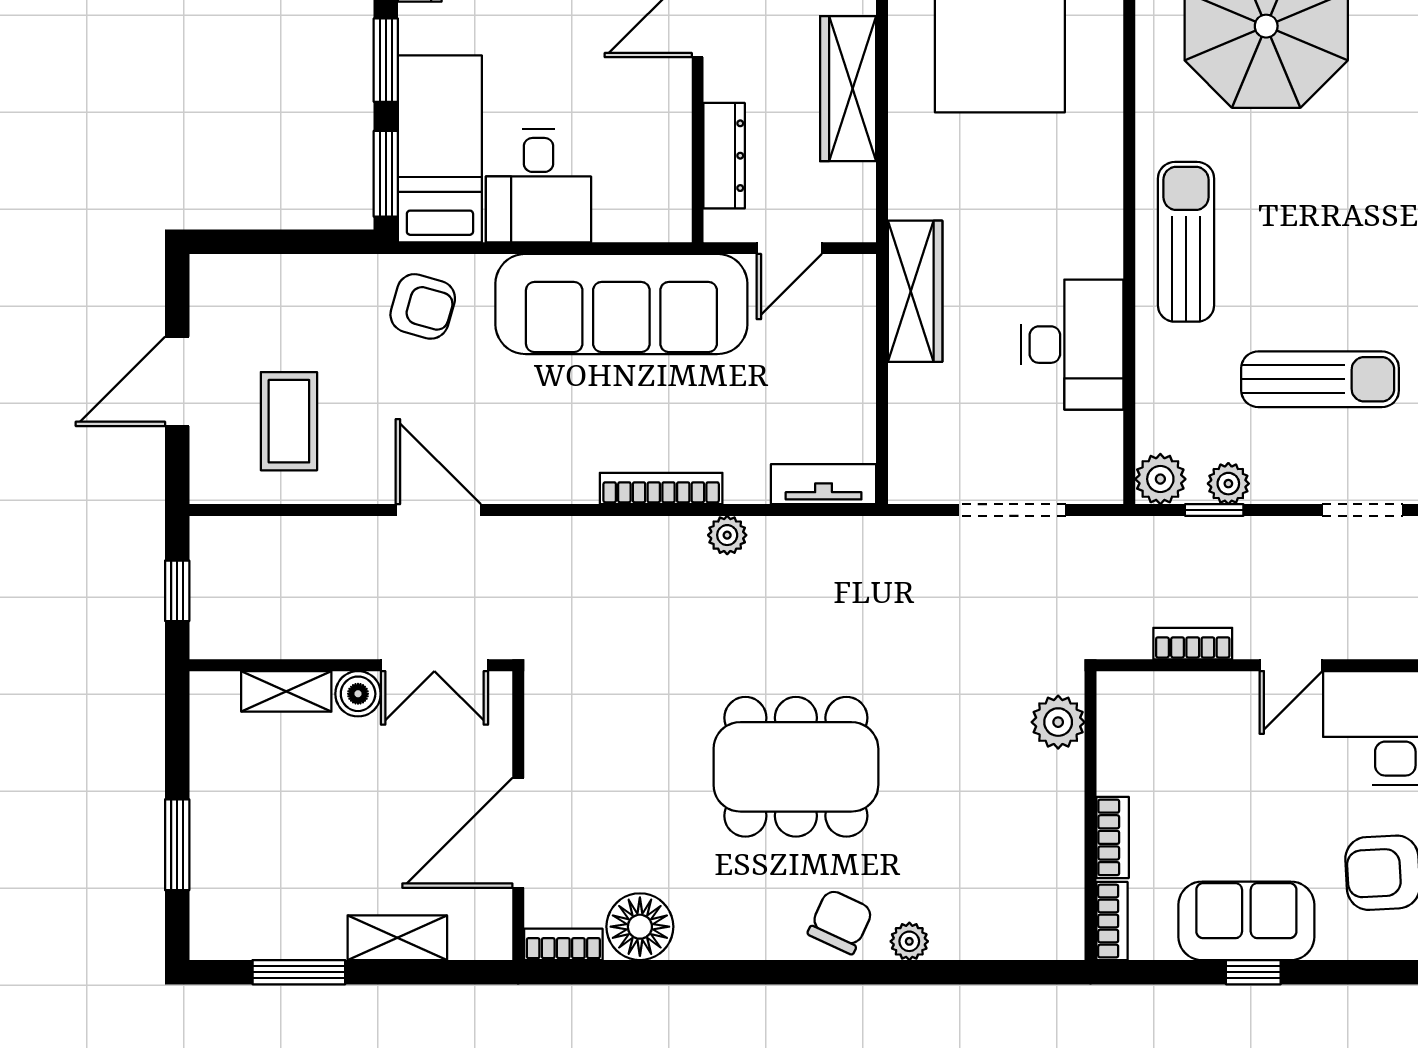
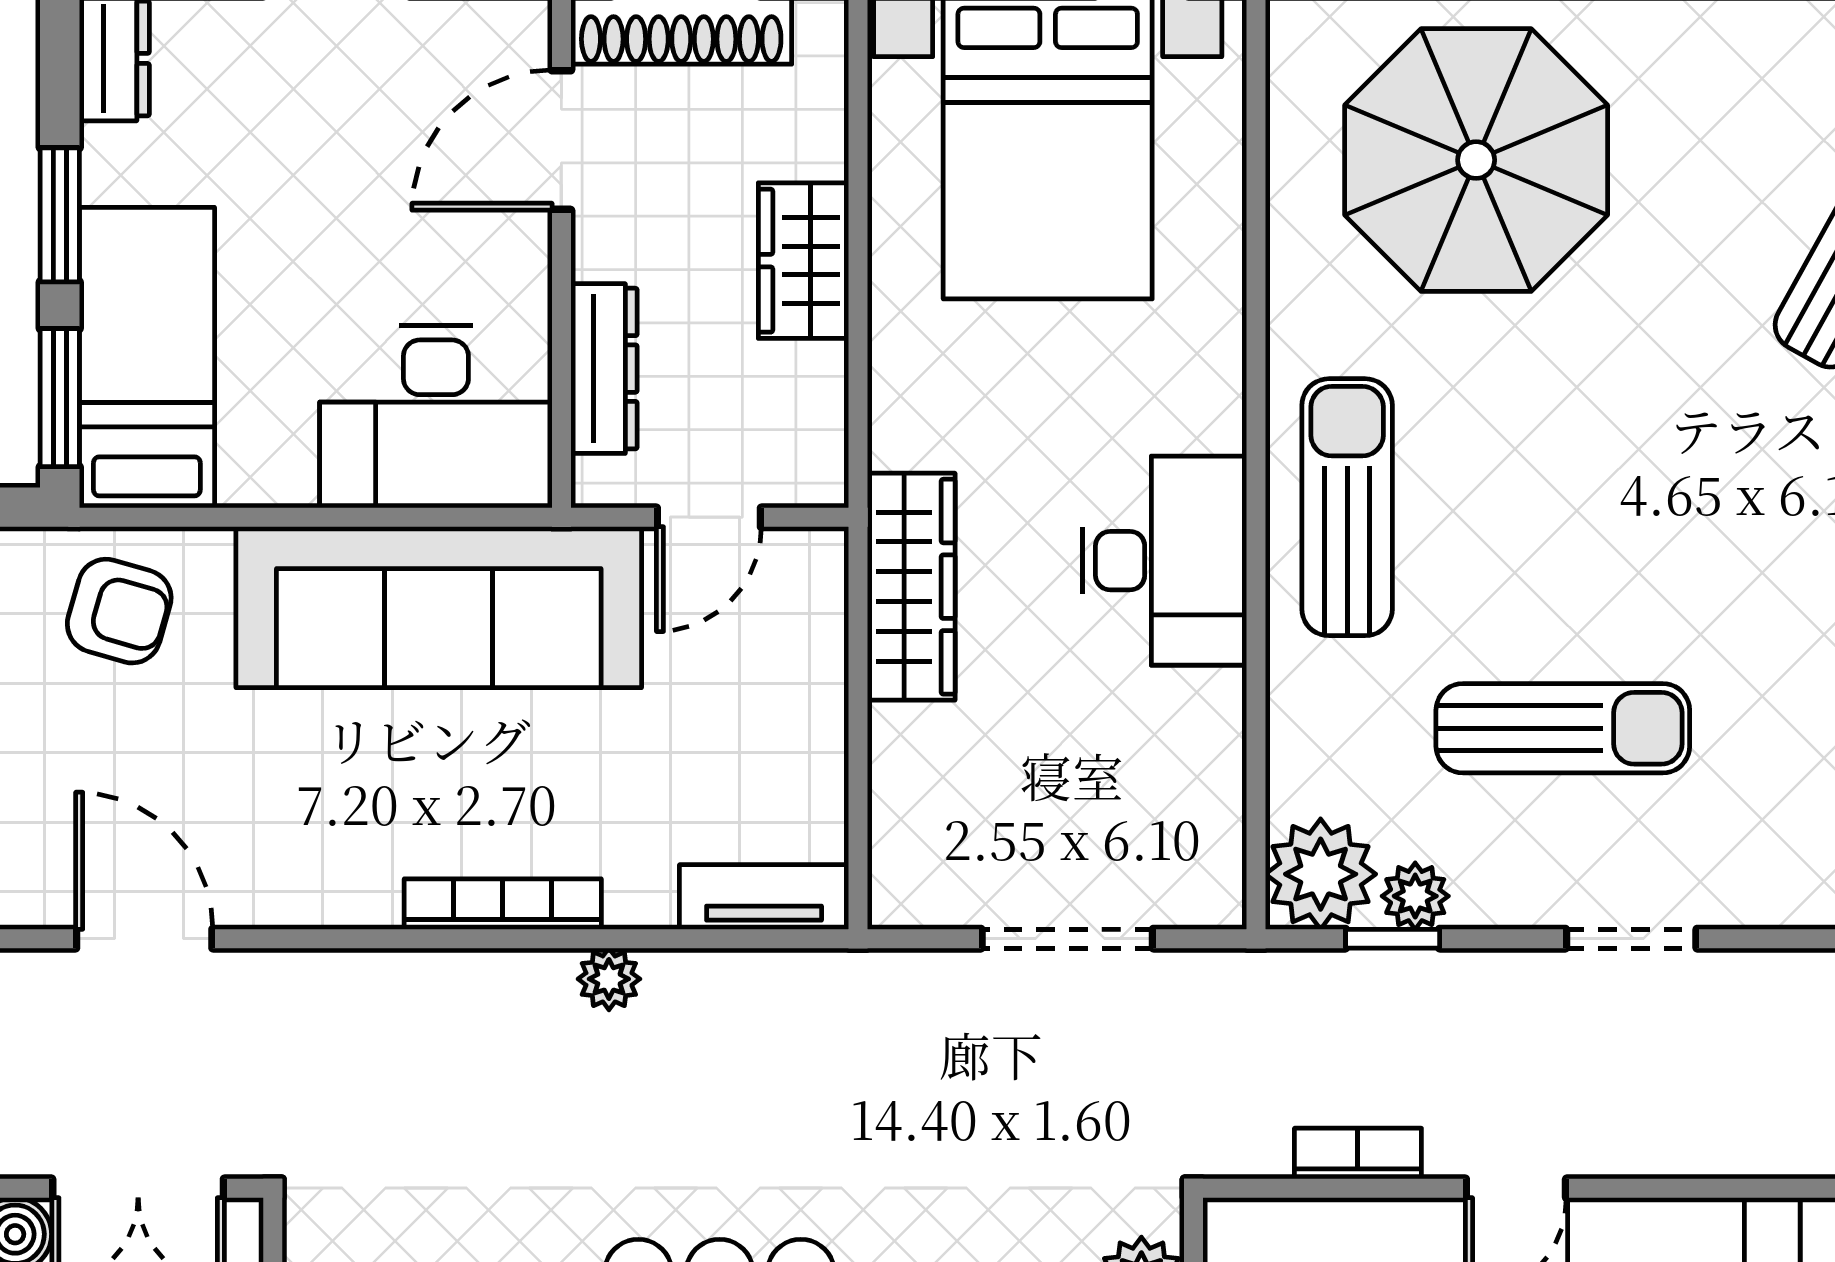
wardrobe: (848, 89) -> (803, 261), width x0.67
desk: (538, 186) -> (436, 417), moved, width x1.37
desk: (1072, 345) -> (1164, 561), moved
plant: (1160, 479) -> (1321, 874), width x1.36, depth x1.36

